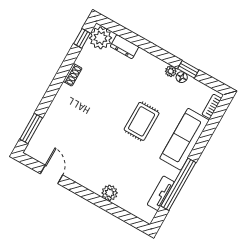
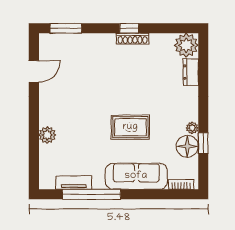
window: (82, 38) -> (129, 28), moved
shoe rack: (73, 75) -> (133, 39), width x1.43
floor lamp: (182, 77) -> (187, 146), width x1.89, depth x1.89

